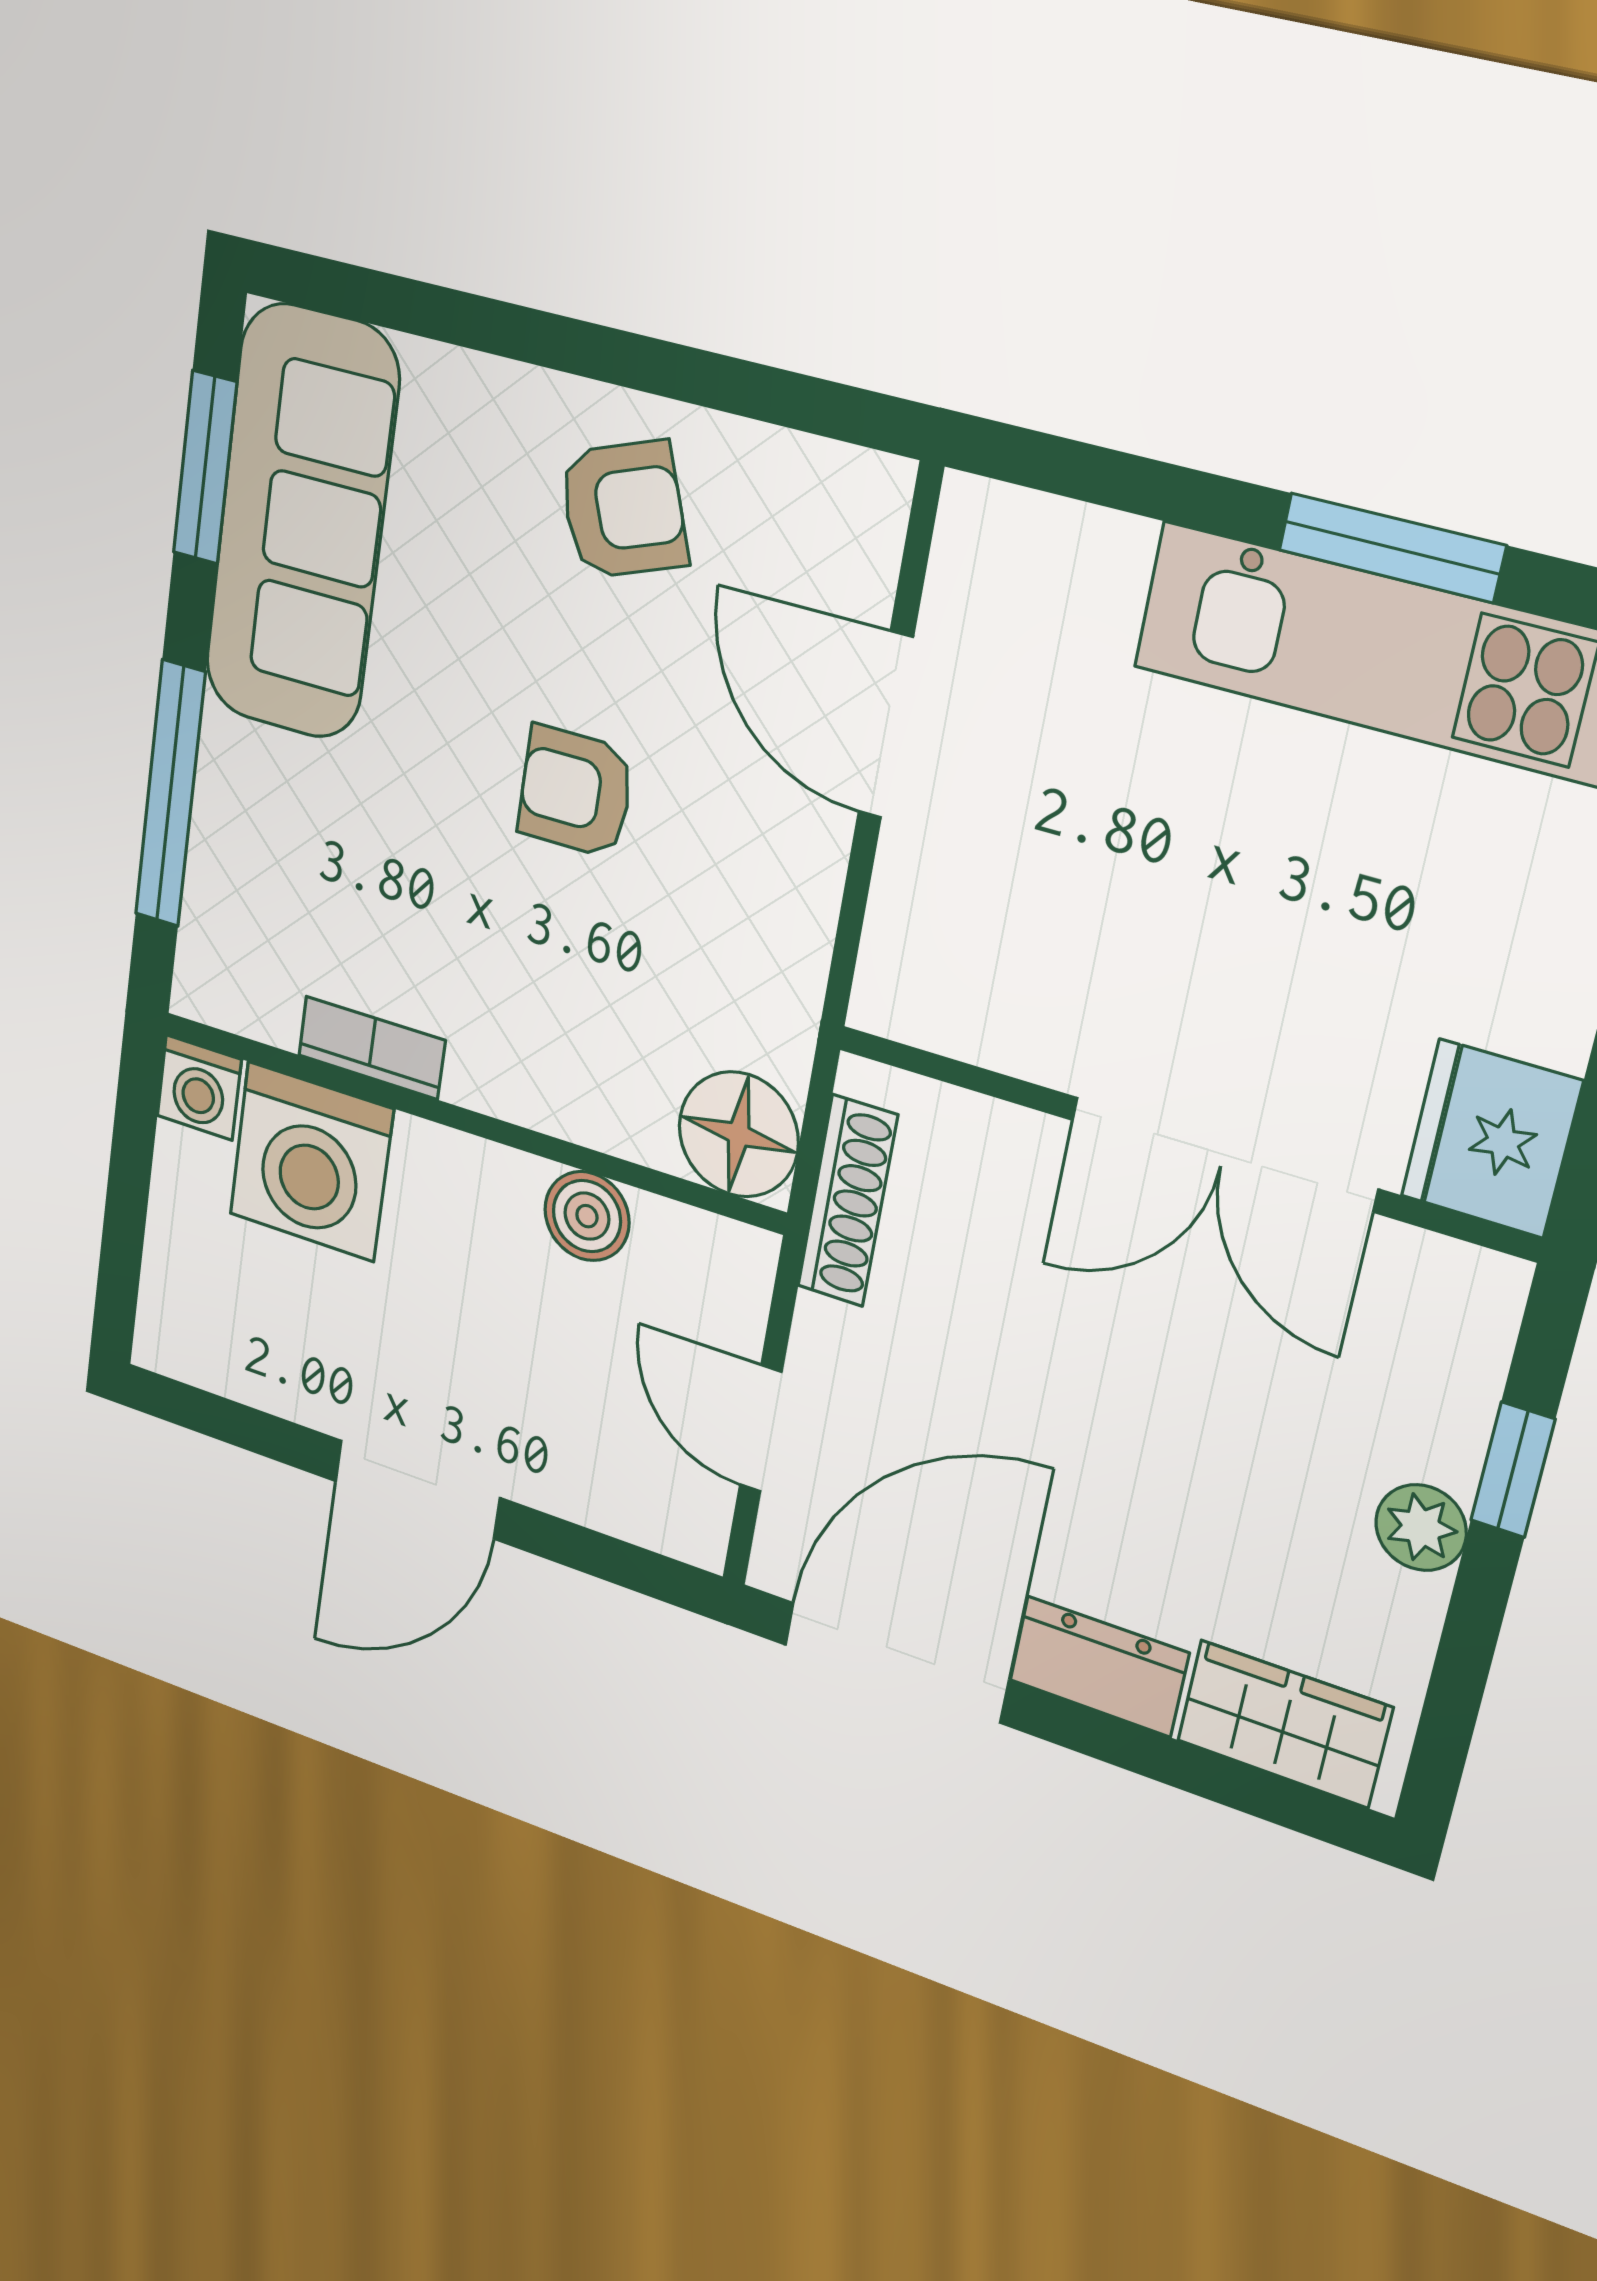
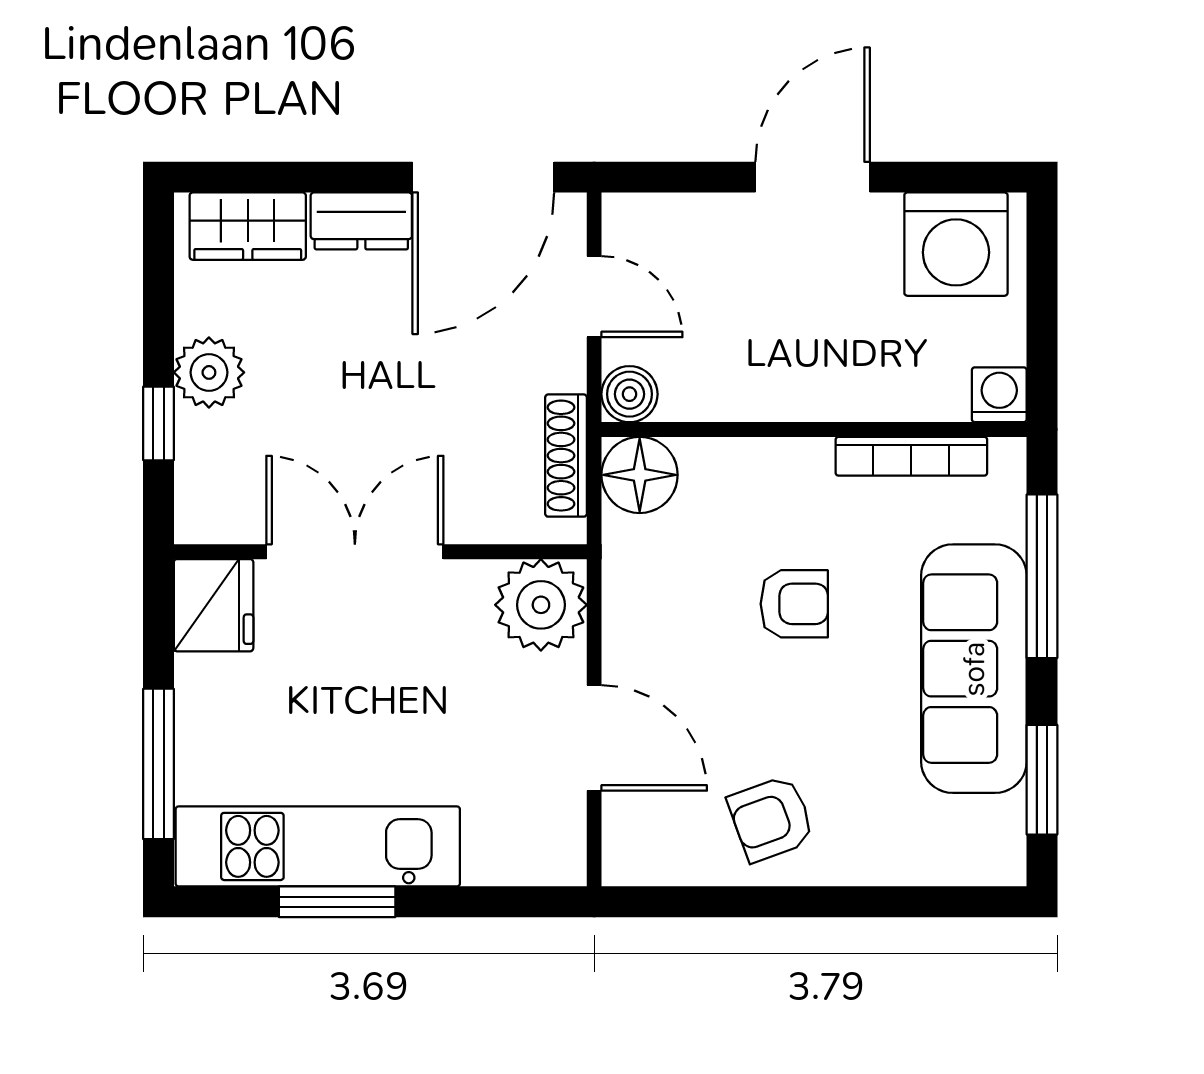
sofa: (301, 523) -> (974, 669), moved
armchair: (576, 792) -> (794, 604), moved
plant: (932, 974) -> (541, 605), added
bookcase: (372, 1048) -> (911, 456), width x1.56
washing machine: (311, 1162) -> (956, 244), moved, turned 180
boiler: (587, 1216) -> (630, 394), moved
plant: (1421, 1528) -> (209, 372), width x1.38, depth x1.38

